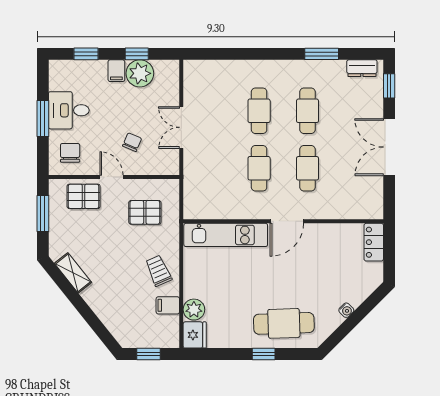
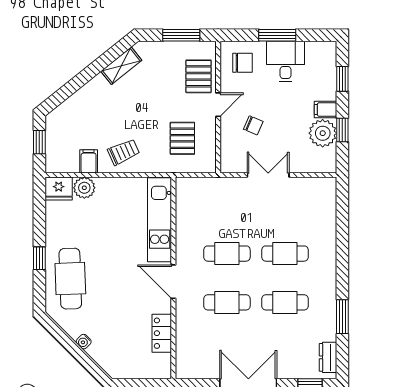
locker: (374, 242) -> (162, 333), moved, turned -90

